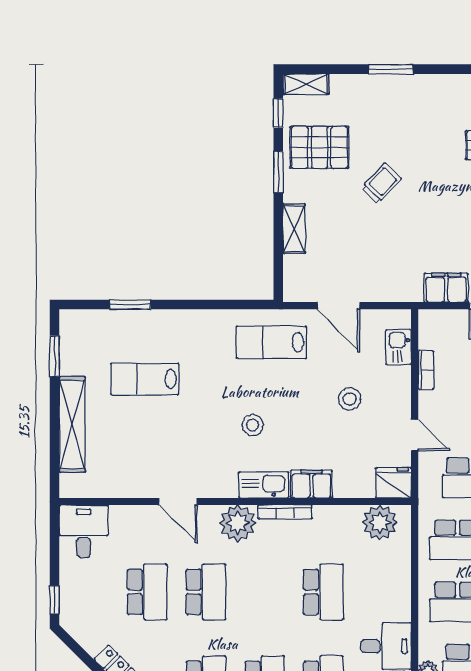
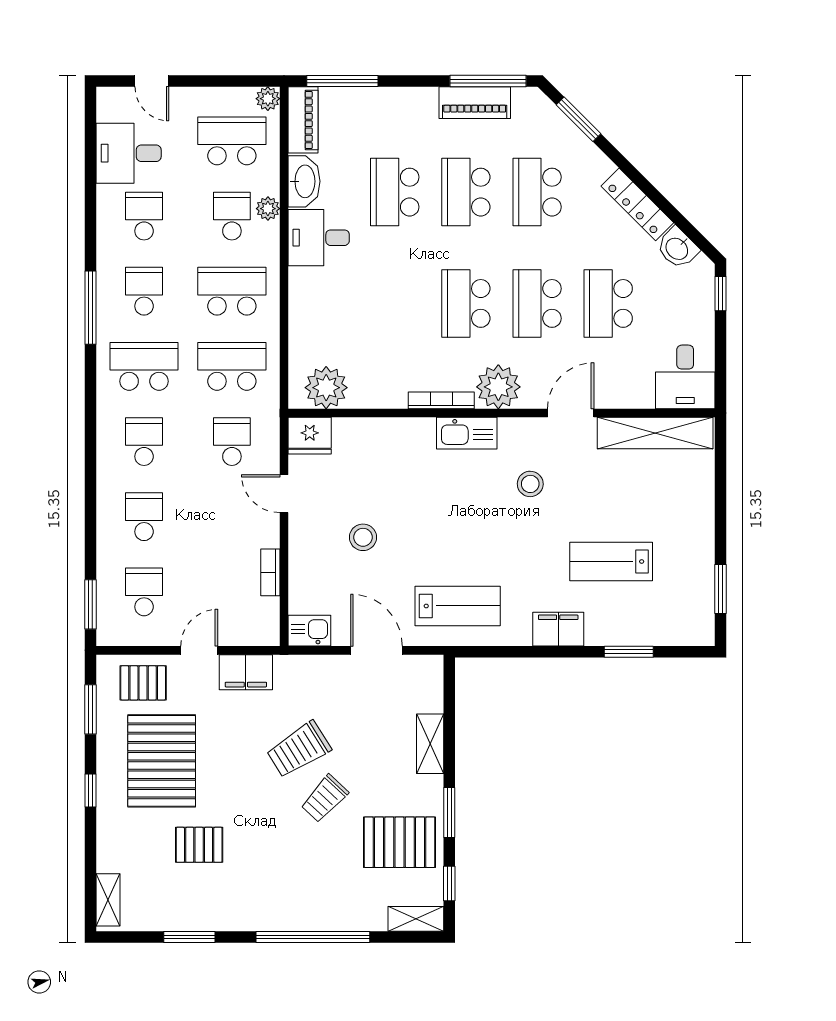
window: (391, 69) -> (313, 937), width x2.11
trolley: (402, 224) -> (299, 749), added
kitchen sink: (398, 347) -> (309, 631), moved, turned -90
lab bench: (145, 379) -> (611, 562), turned 180
shelving: (72, 424) -> (655, 433), moved, turned 90
stool: (253, 425) -> (530, 484), moved
filing cabinet: (311, 484) -> (558, 629), moved, turned 180
door: (178, 501) -> (571, 413), hinge flipped
school desk: (323, 592) -> (466, 303), moved
washbasin: (90, 638) -> (677, 248), added

